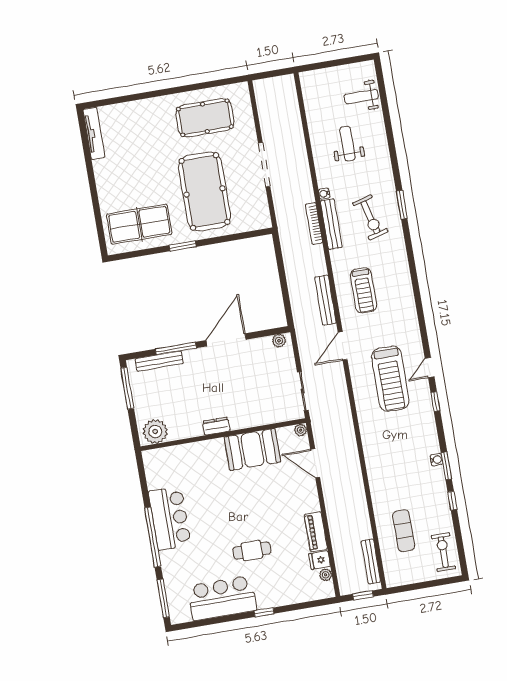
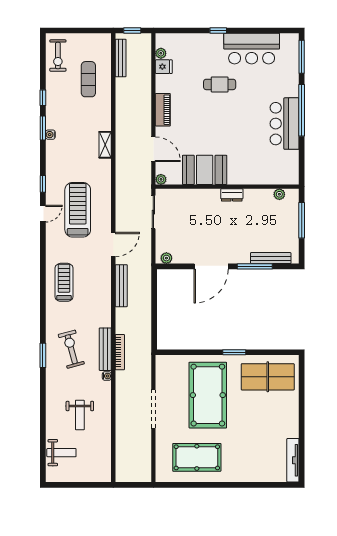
treadmill: (363, 290) -> (64, 282), moved
window: (127, 388) -> (302, 220), moved
plant: (155, 432) -> (279, 194), width x0.53, depth x0.53
shelving: (371, 459) -> (105, 145), added
piano: (316, 532) -> (163, 110), moved

